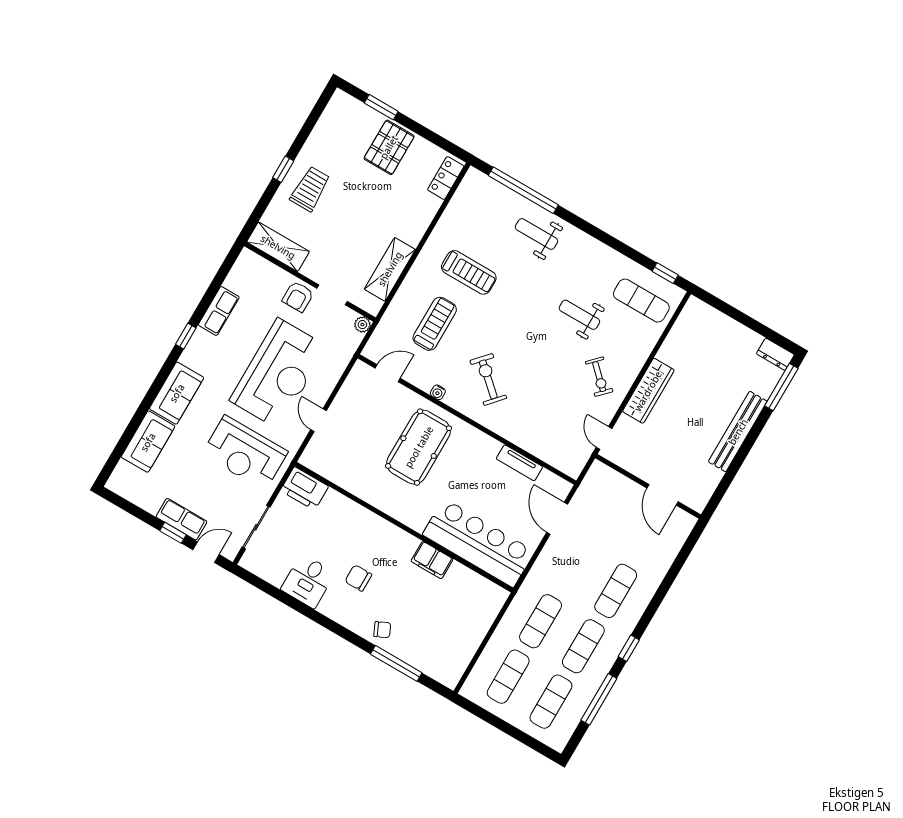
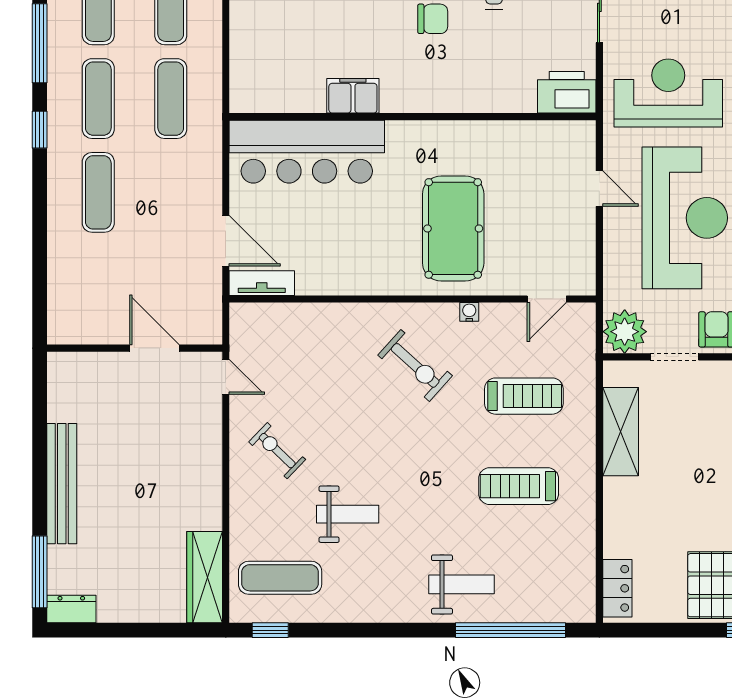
treadmill: (435, 324) -> (524, 396), turned -90
plant: (362, 325) -> (625, 332), width x1.87, depth x1.87
reception desk: (278, 374) -> (685, 218), turned 180
wardrobe: (648, 391) -> (205, 577), moved
tv unit: (519, 463) -> (262, 283), moved
door: (663, 495) -> (154, 348), moved

